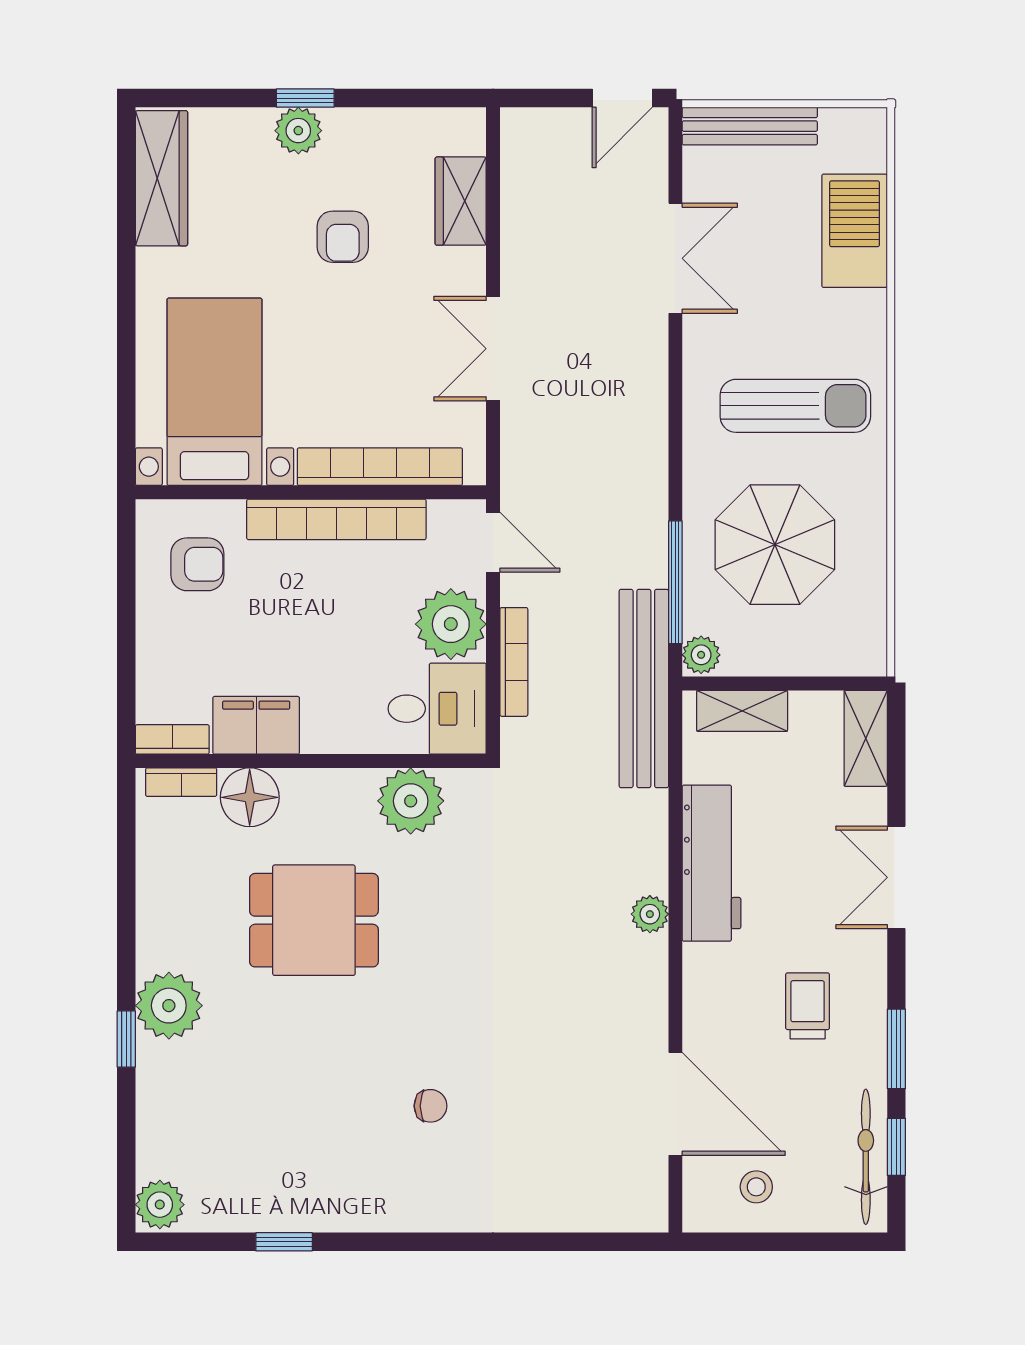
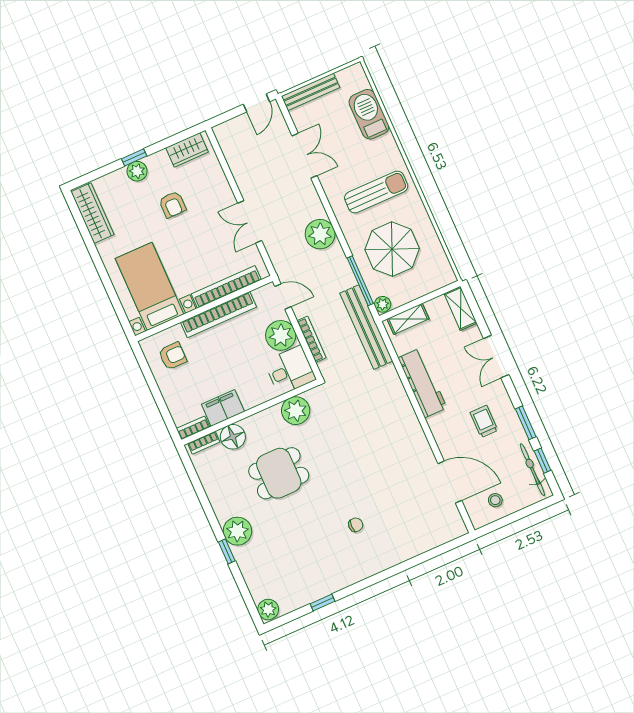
wardrobe: (461, 201) -> (187, 150), moved, turned -90
plant: (650, 914) -> (320, 234), moved, width x1.88, depth x1.88

